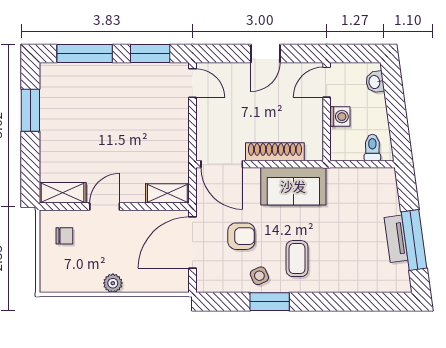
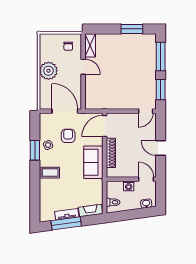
fireplace: (389, 192) -> (91, 210), added
shelving: (167, 193) -> (90, 98), removed
armchair: (241, 236) -> (68, 136), turned 180
coffee table: (297, 259) -> (50, 173), moved
plant: (113, 283) -> (48, 71), width x1.87, depth x1.87

